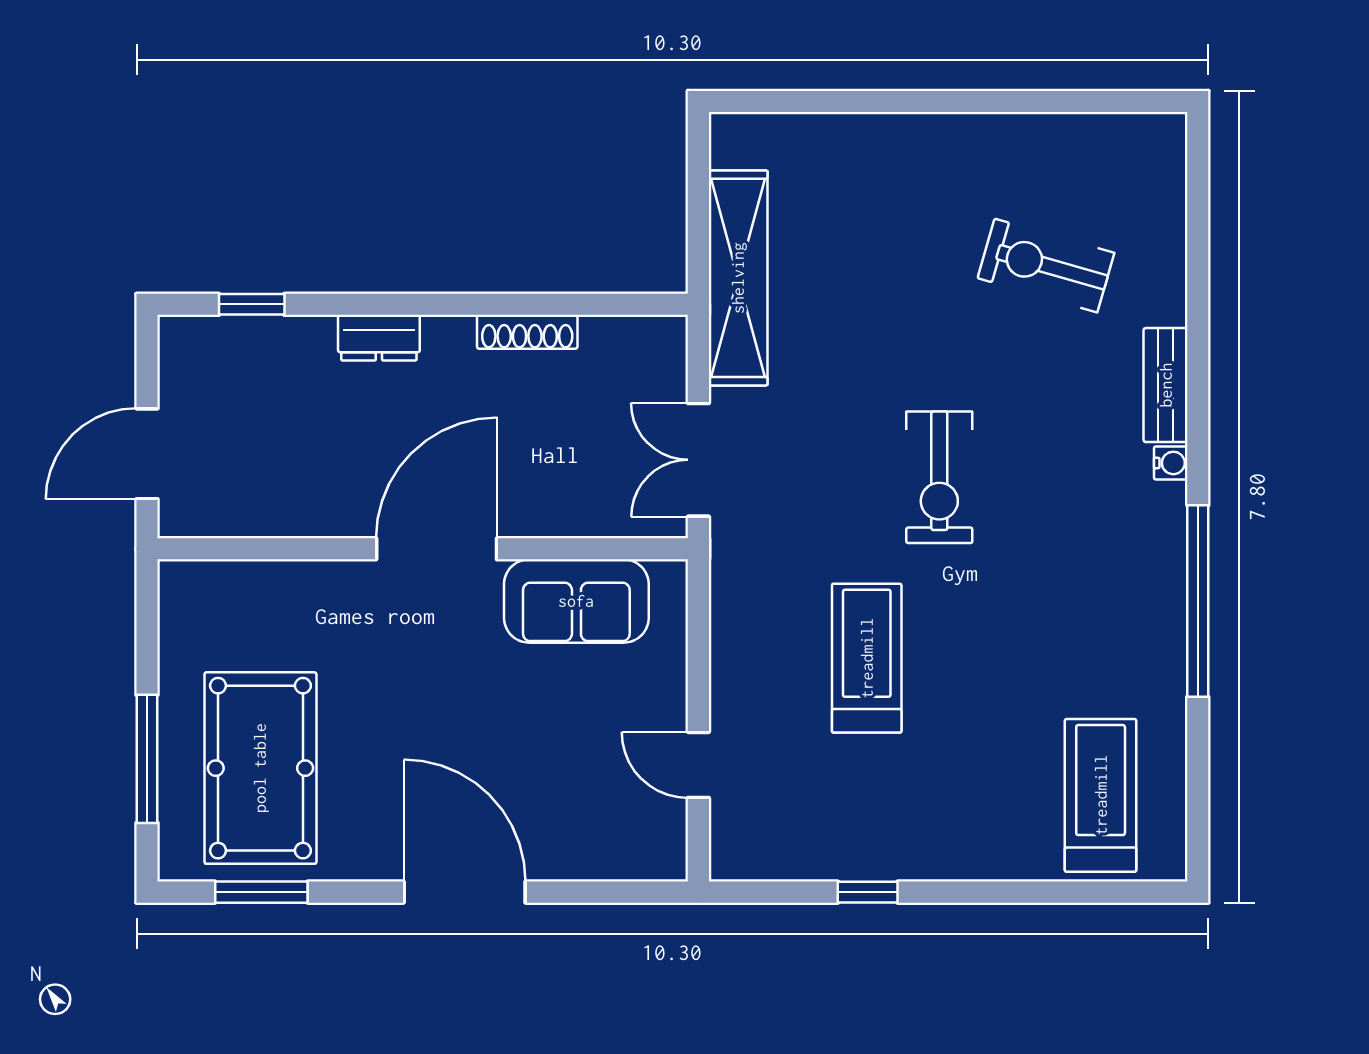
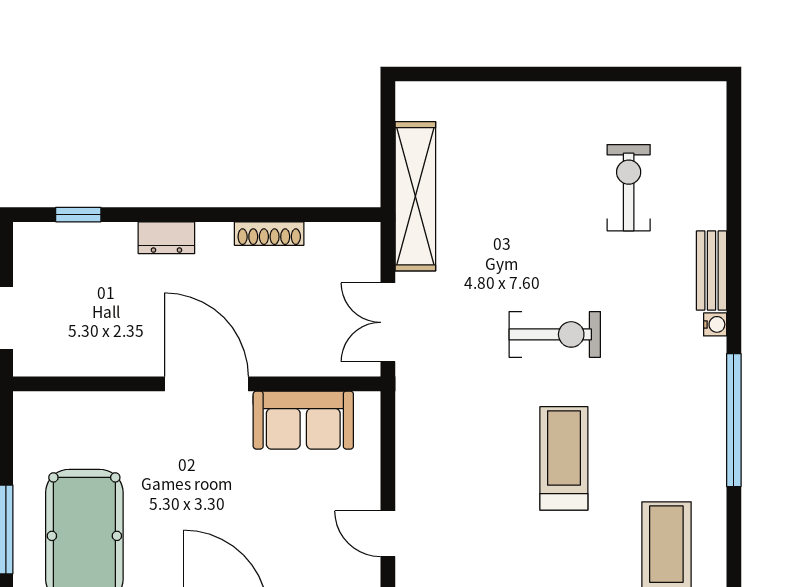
exercise bike: (1046, 265) -> (629, 188), turned 74
exercise bike: (939, 477) -> (555, 334), turned -90
door: (437, 549) -> (206, 384), hinge flipped
treadmill: (867, 658) -> (564, 458), moved

